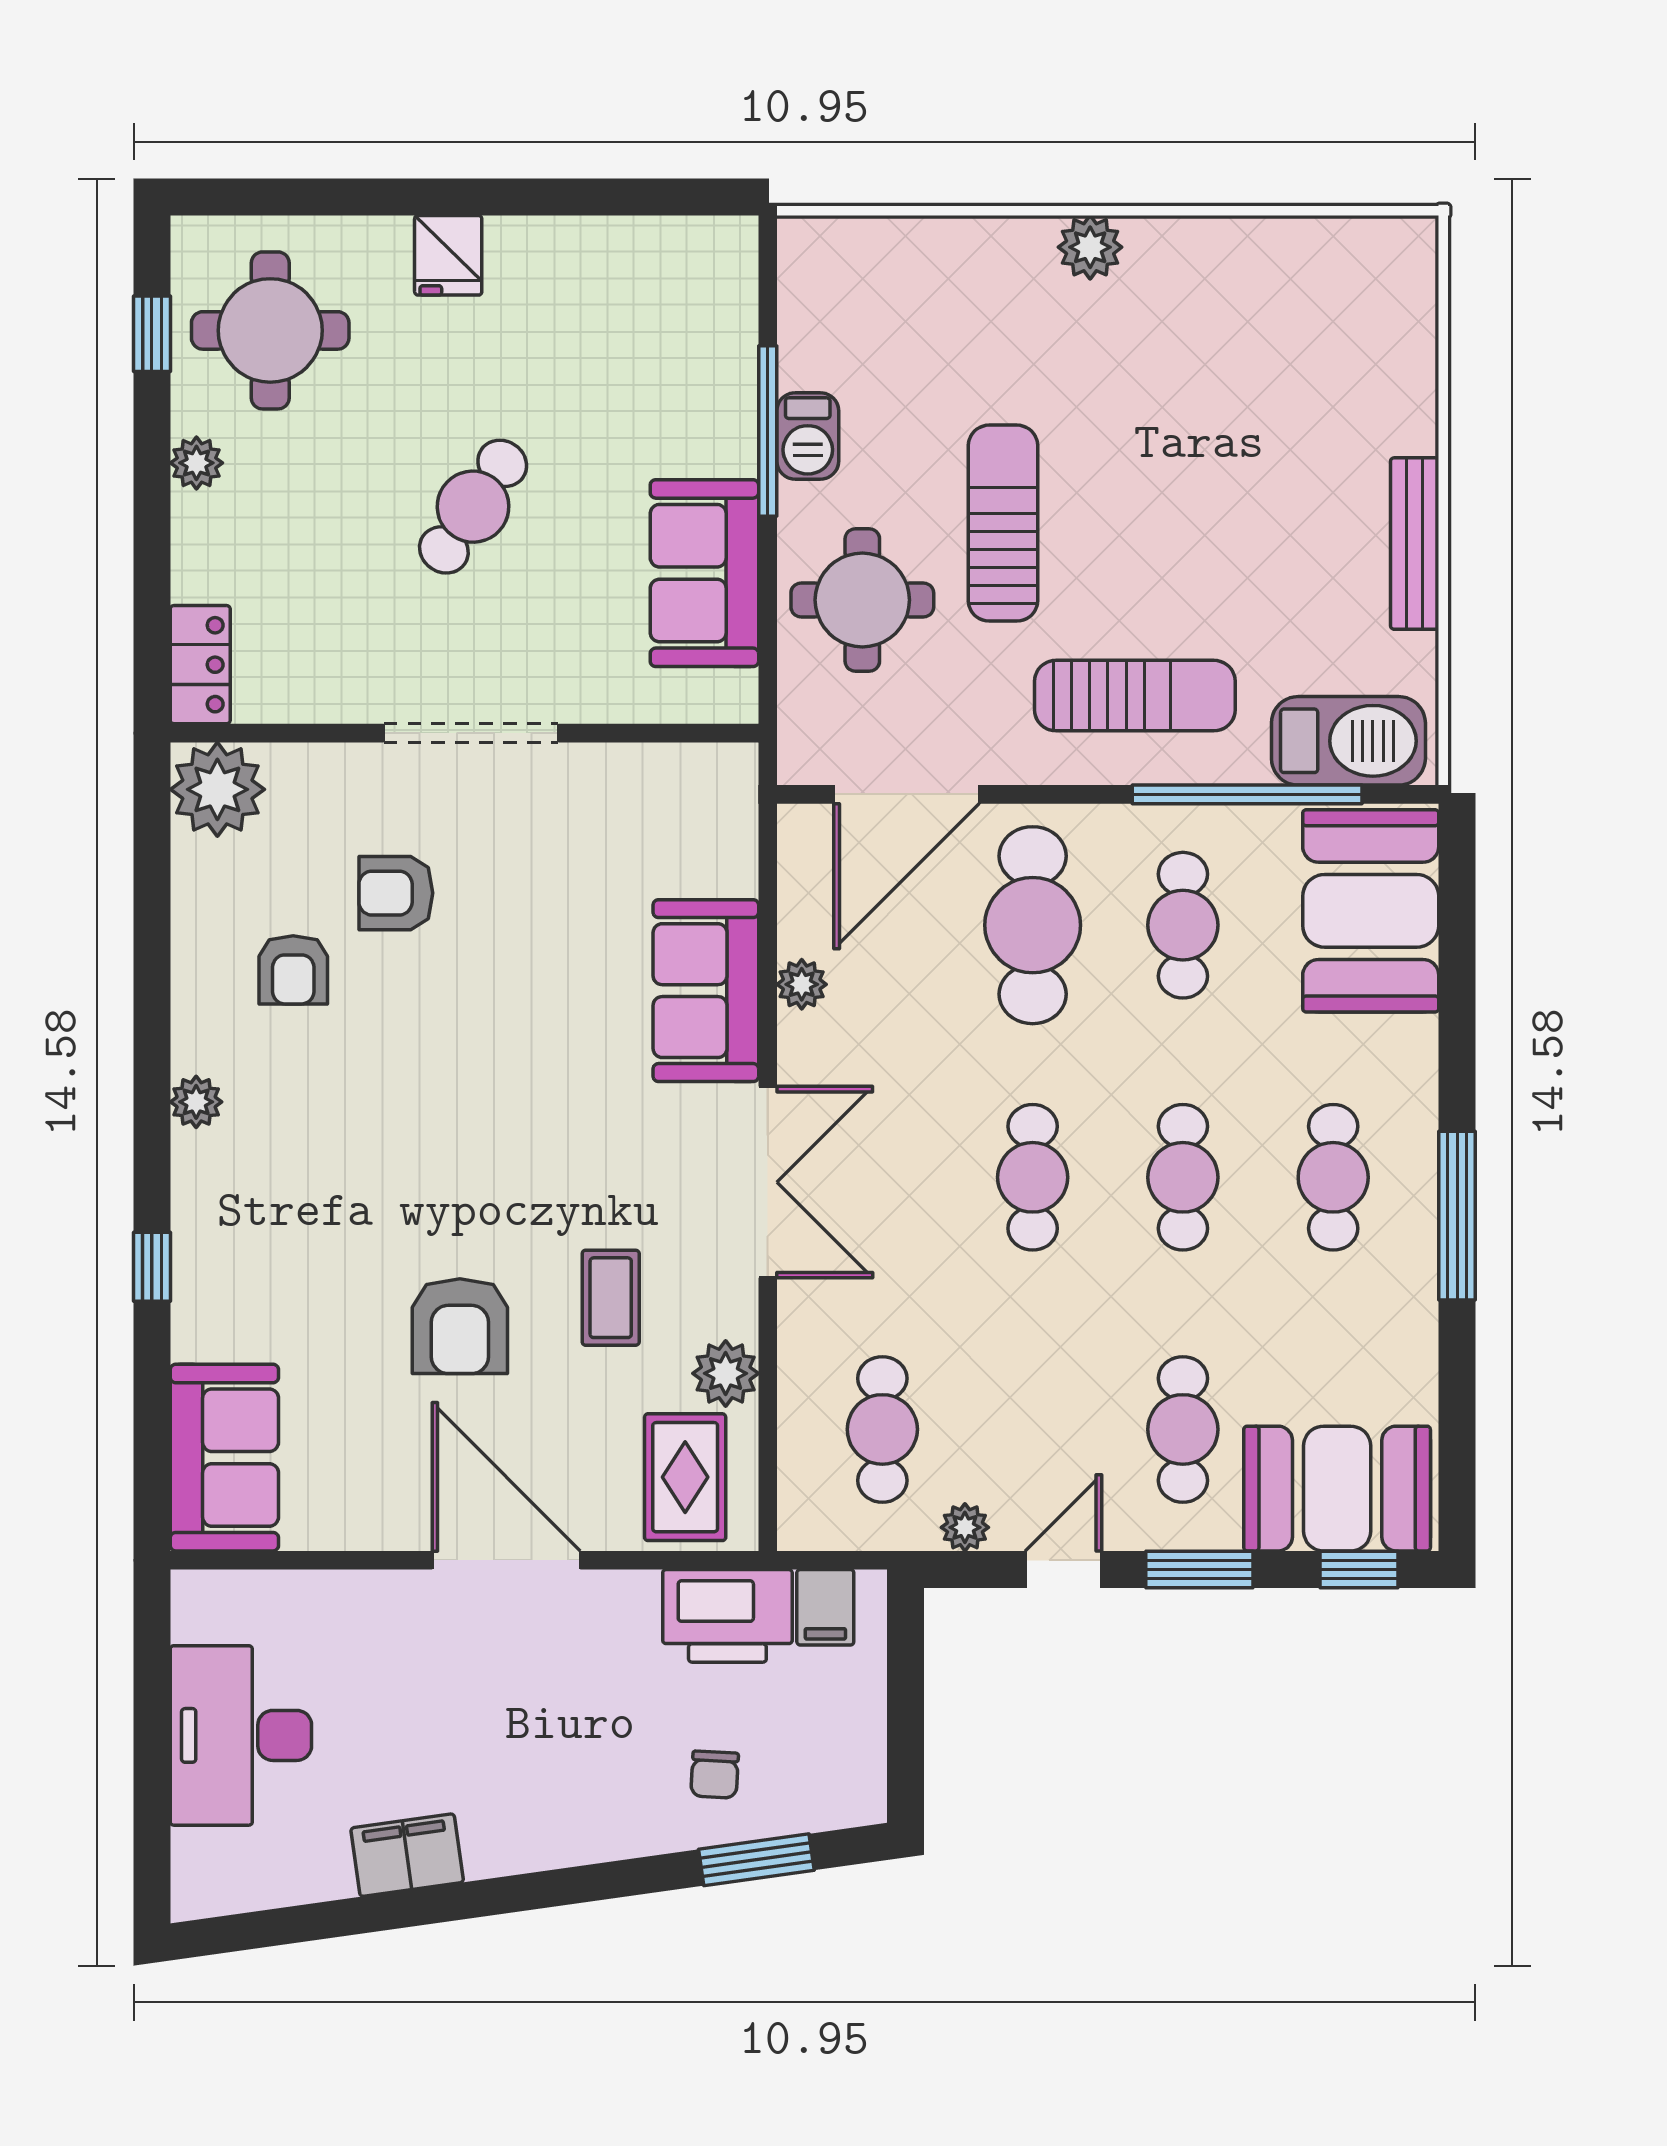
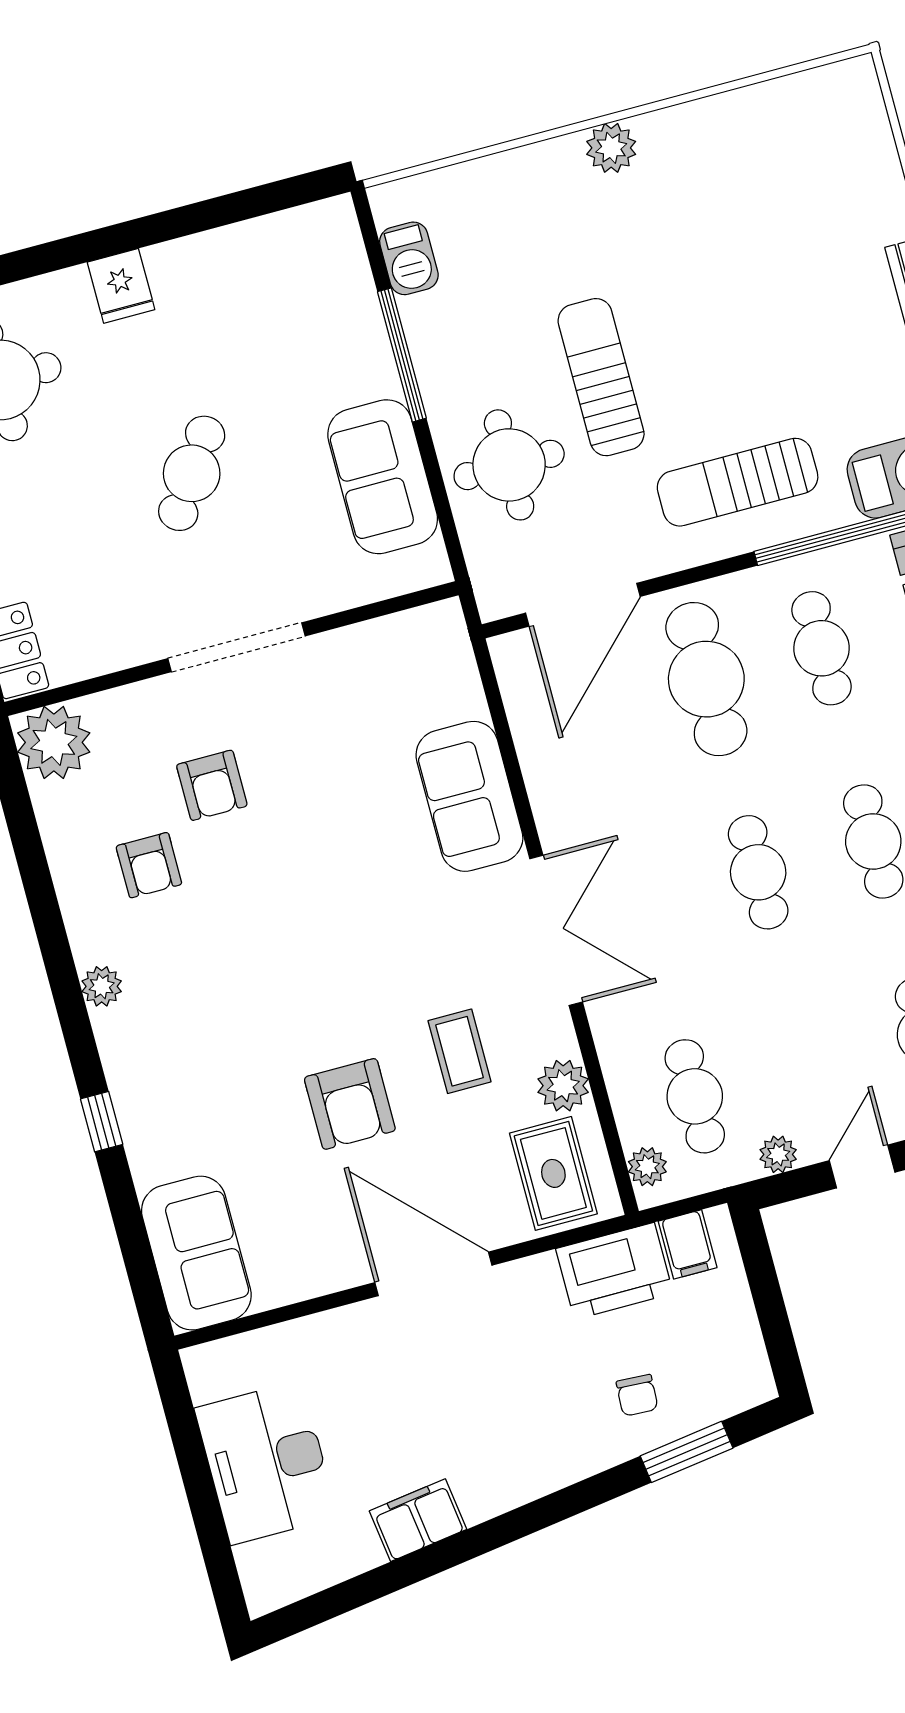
barbecue: (808, 436) -> (409, 258), moved
sun lounger: (1135, 696) -> (738, 482), turned 180
armchair: (396, 893) -> (212, 785), turned -90
plant: (802, 984) -> (647, 1167), moved

